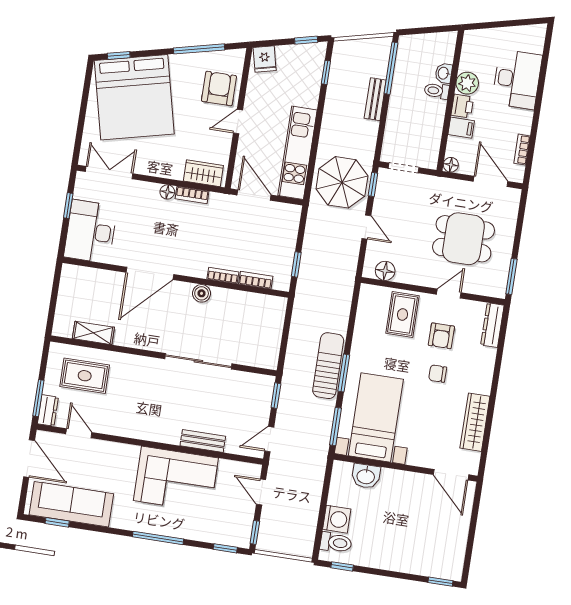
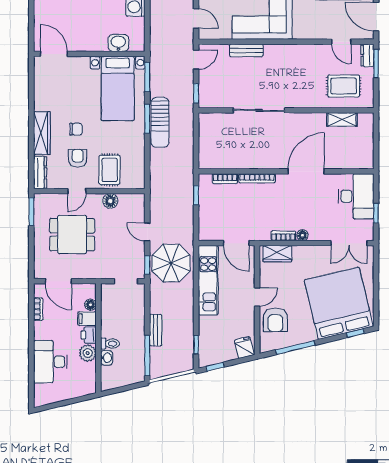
floor lamp: (451, 165) -> (90, 305), moved
floor lamp: (385, 271) -> (110, 201), moved
bookcase: (223, 276) -> (257, 178), width x1.56
boiler: (202, 293) -> (265, 162), removed
wardrobe: (475, 422) -> (42, 133), moved

